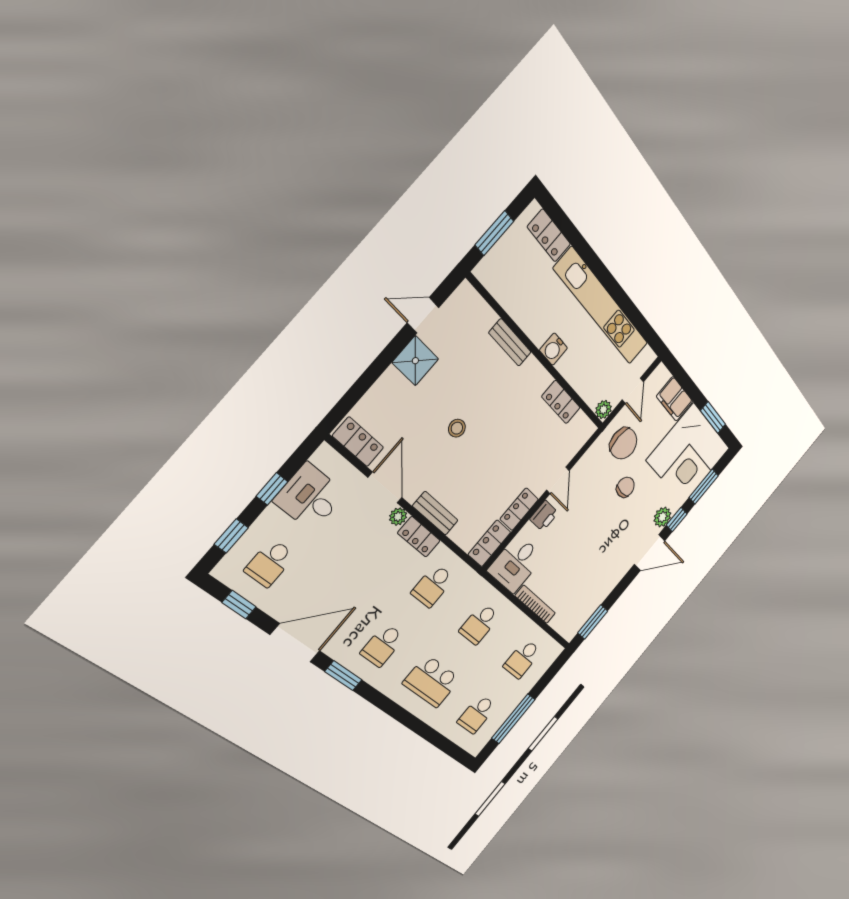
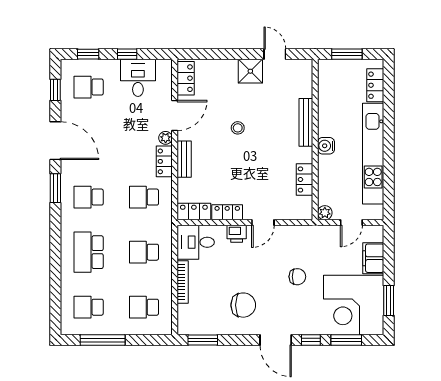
bench: (510, 342) -> (306, 122), width x1.36
chair: (623, 443) -> (243, 305), moved, turned -90
plant: (662, 517) -> (303, 326), removed

